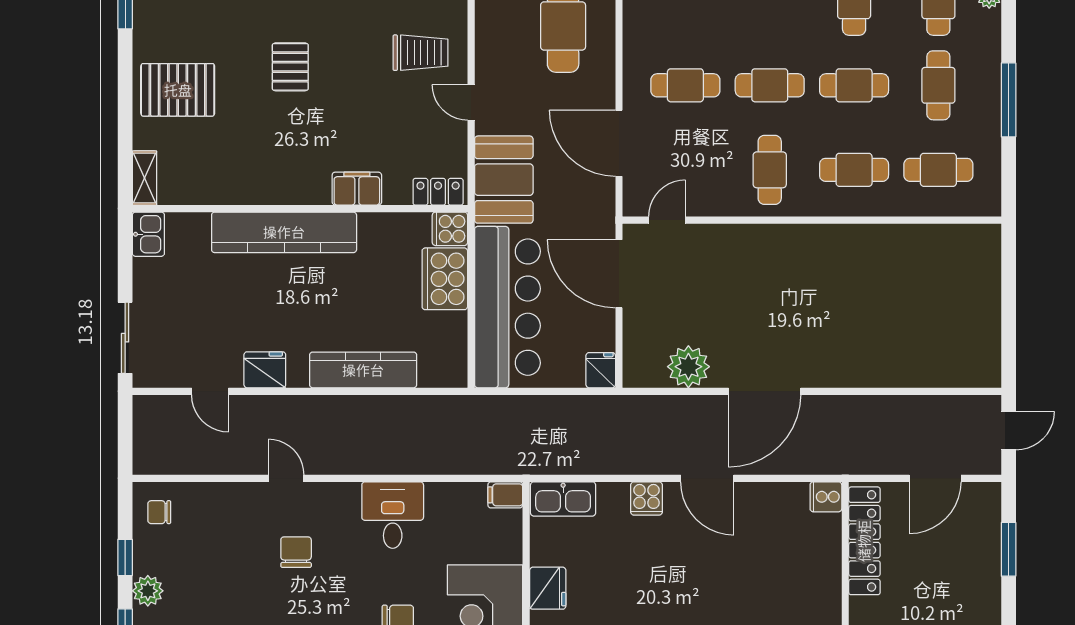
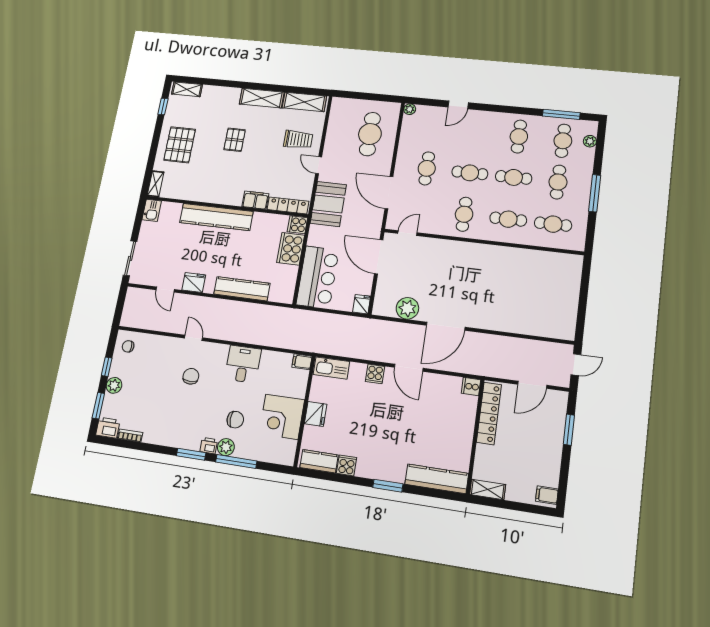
cafe table: (685, 85) -> (427, 168), turned 90
pallet: (178, 90) -> (180, 145), turned 90
locker: (438, 192) -> (288, 205), width x1.53
bar counter: (507, 307) -> (318, 277), width x0.73

